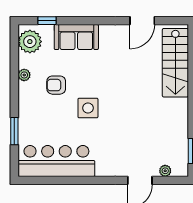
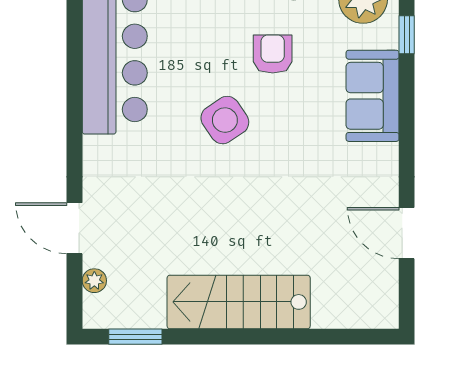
stairs: (175, 63) -> (239, 302), moved
side table: (88, 108) -> (225, 120), turned -34

